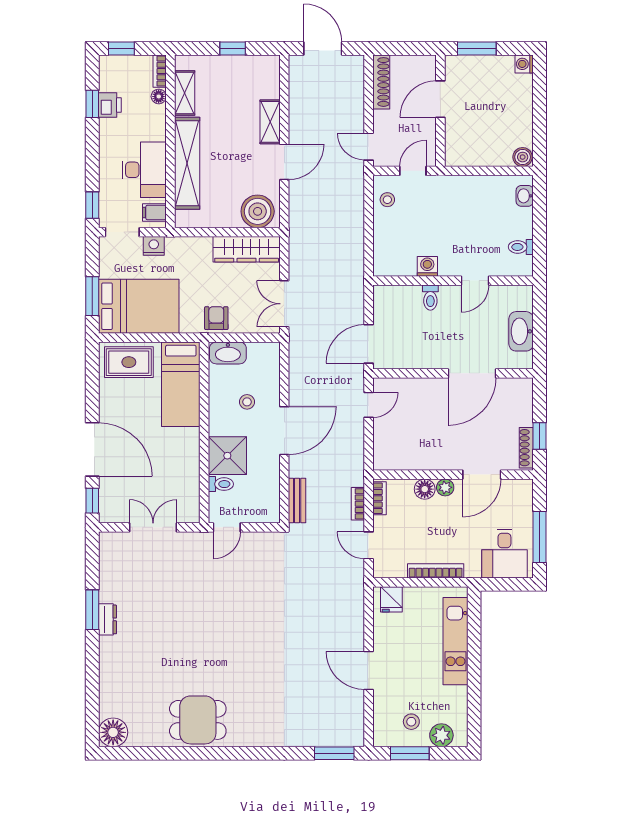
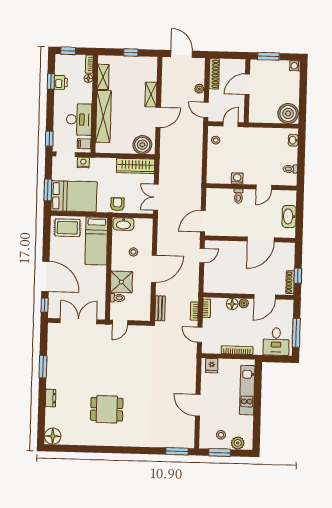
plant: (356, 109) -> (199, 89), added
boiler: (523, 157) -> (288, 113), width x1.86, depth x1.86
double door: (153, 527) -> (78, 321), width x1.37
dresser: (107, 619) -> (51, 398), moved
dining table: (198, 720) -> (107, 409), moved

